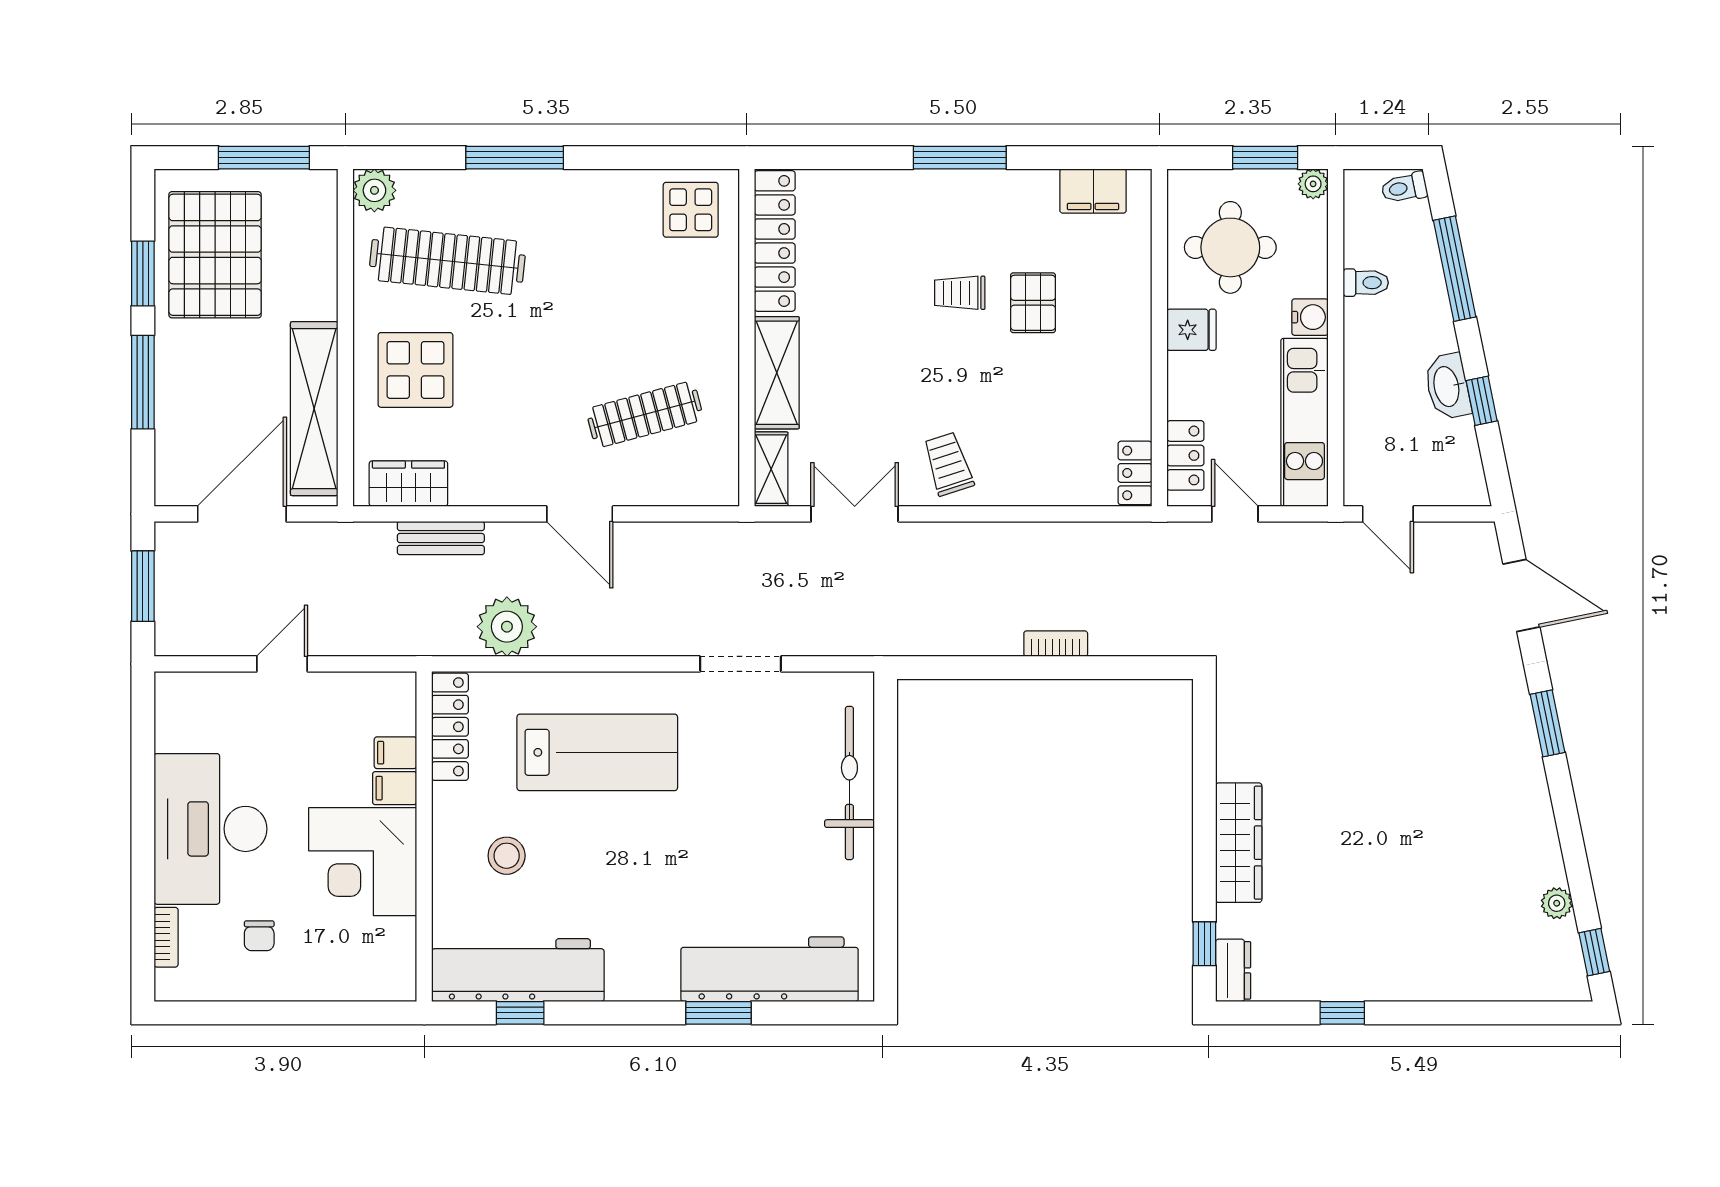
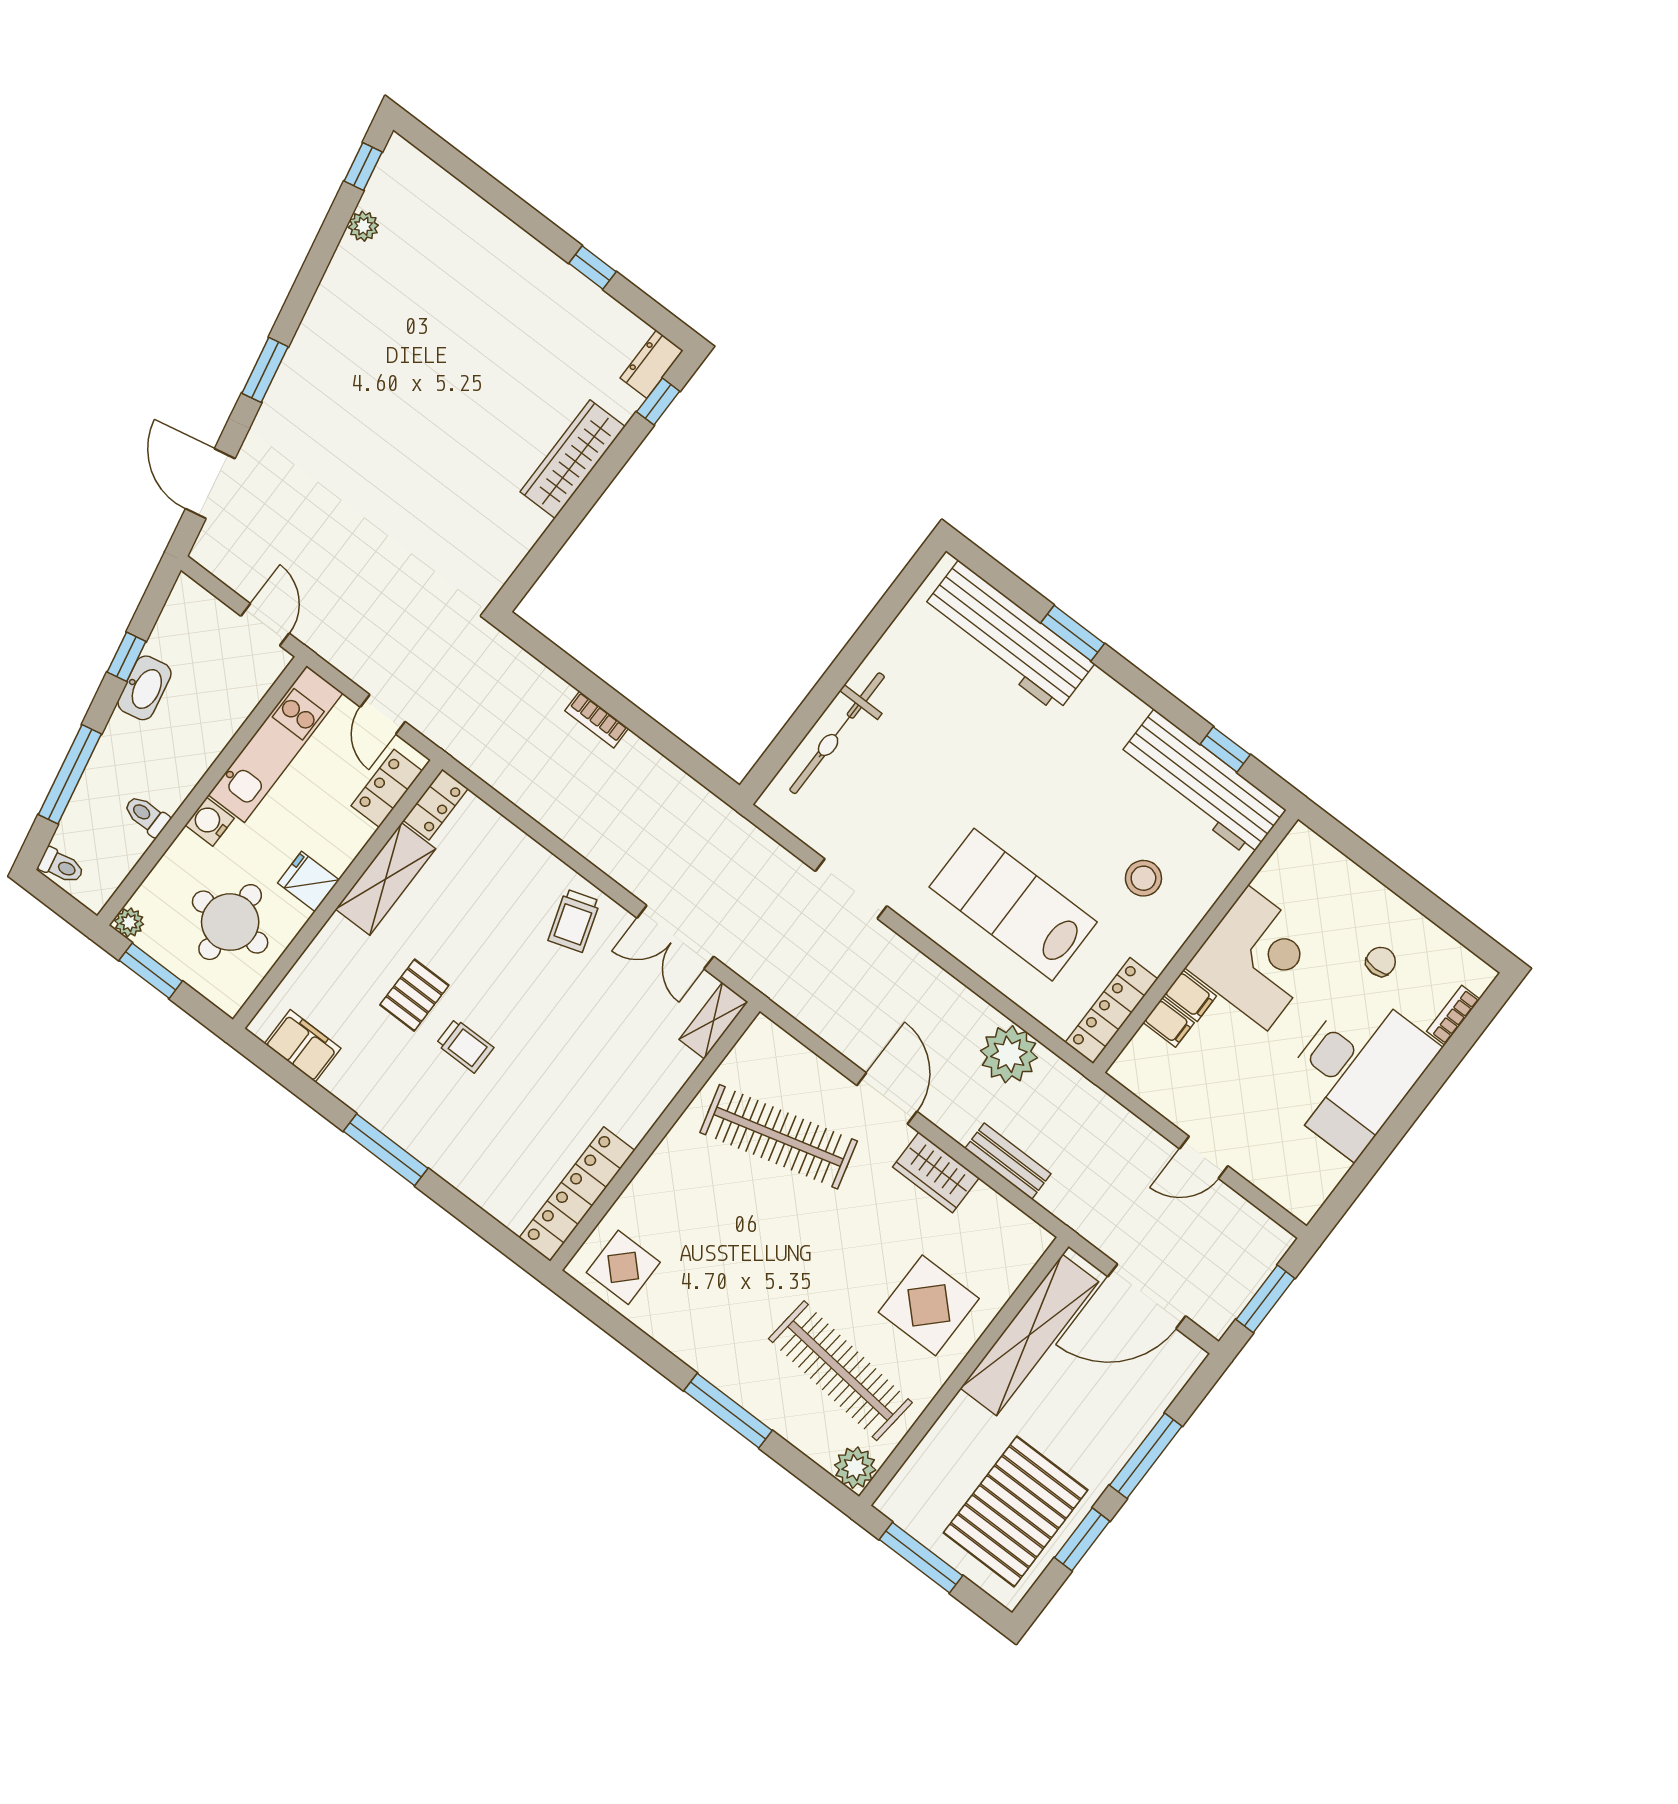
shelving: (777, 373) -> (386, 879), moved
clothes rail: (645, 414) -> (779, 1137), width x1.37, depth x1.31
wardrobe: (408, 484) -> (936, 1172), moved

